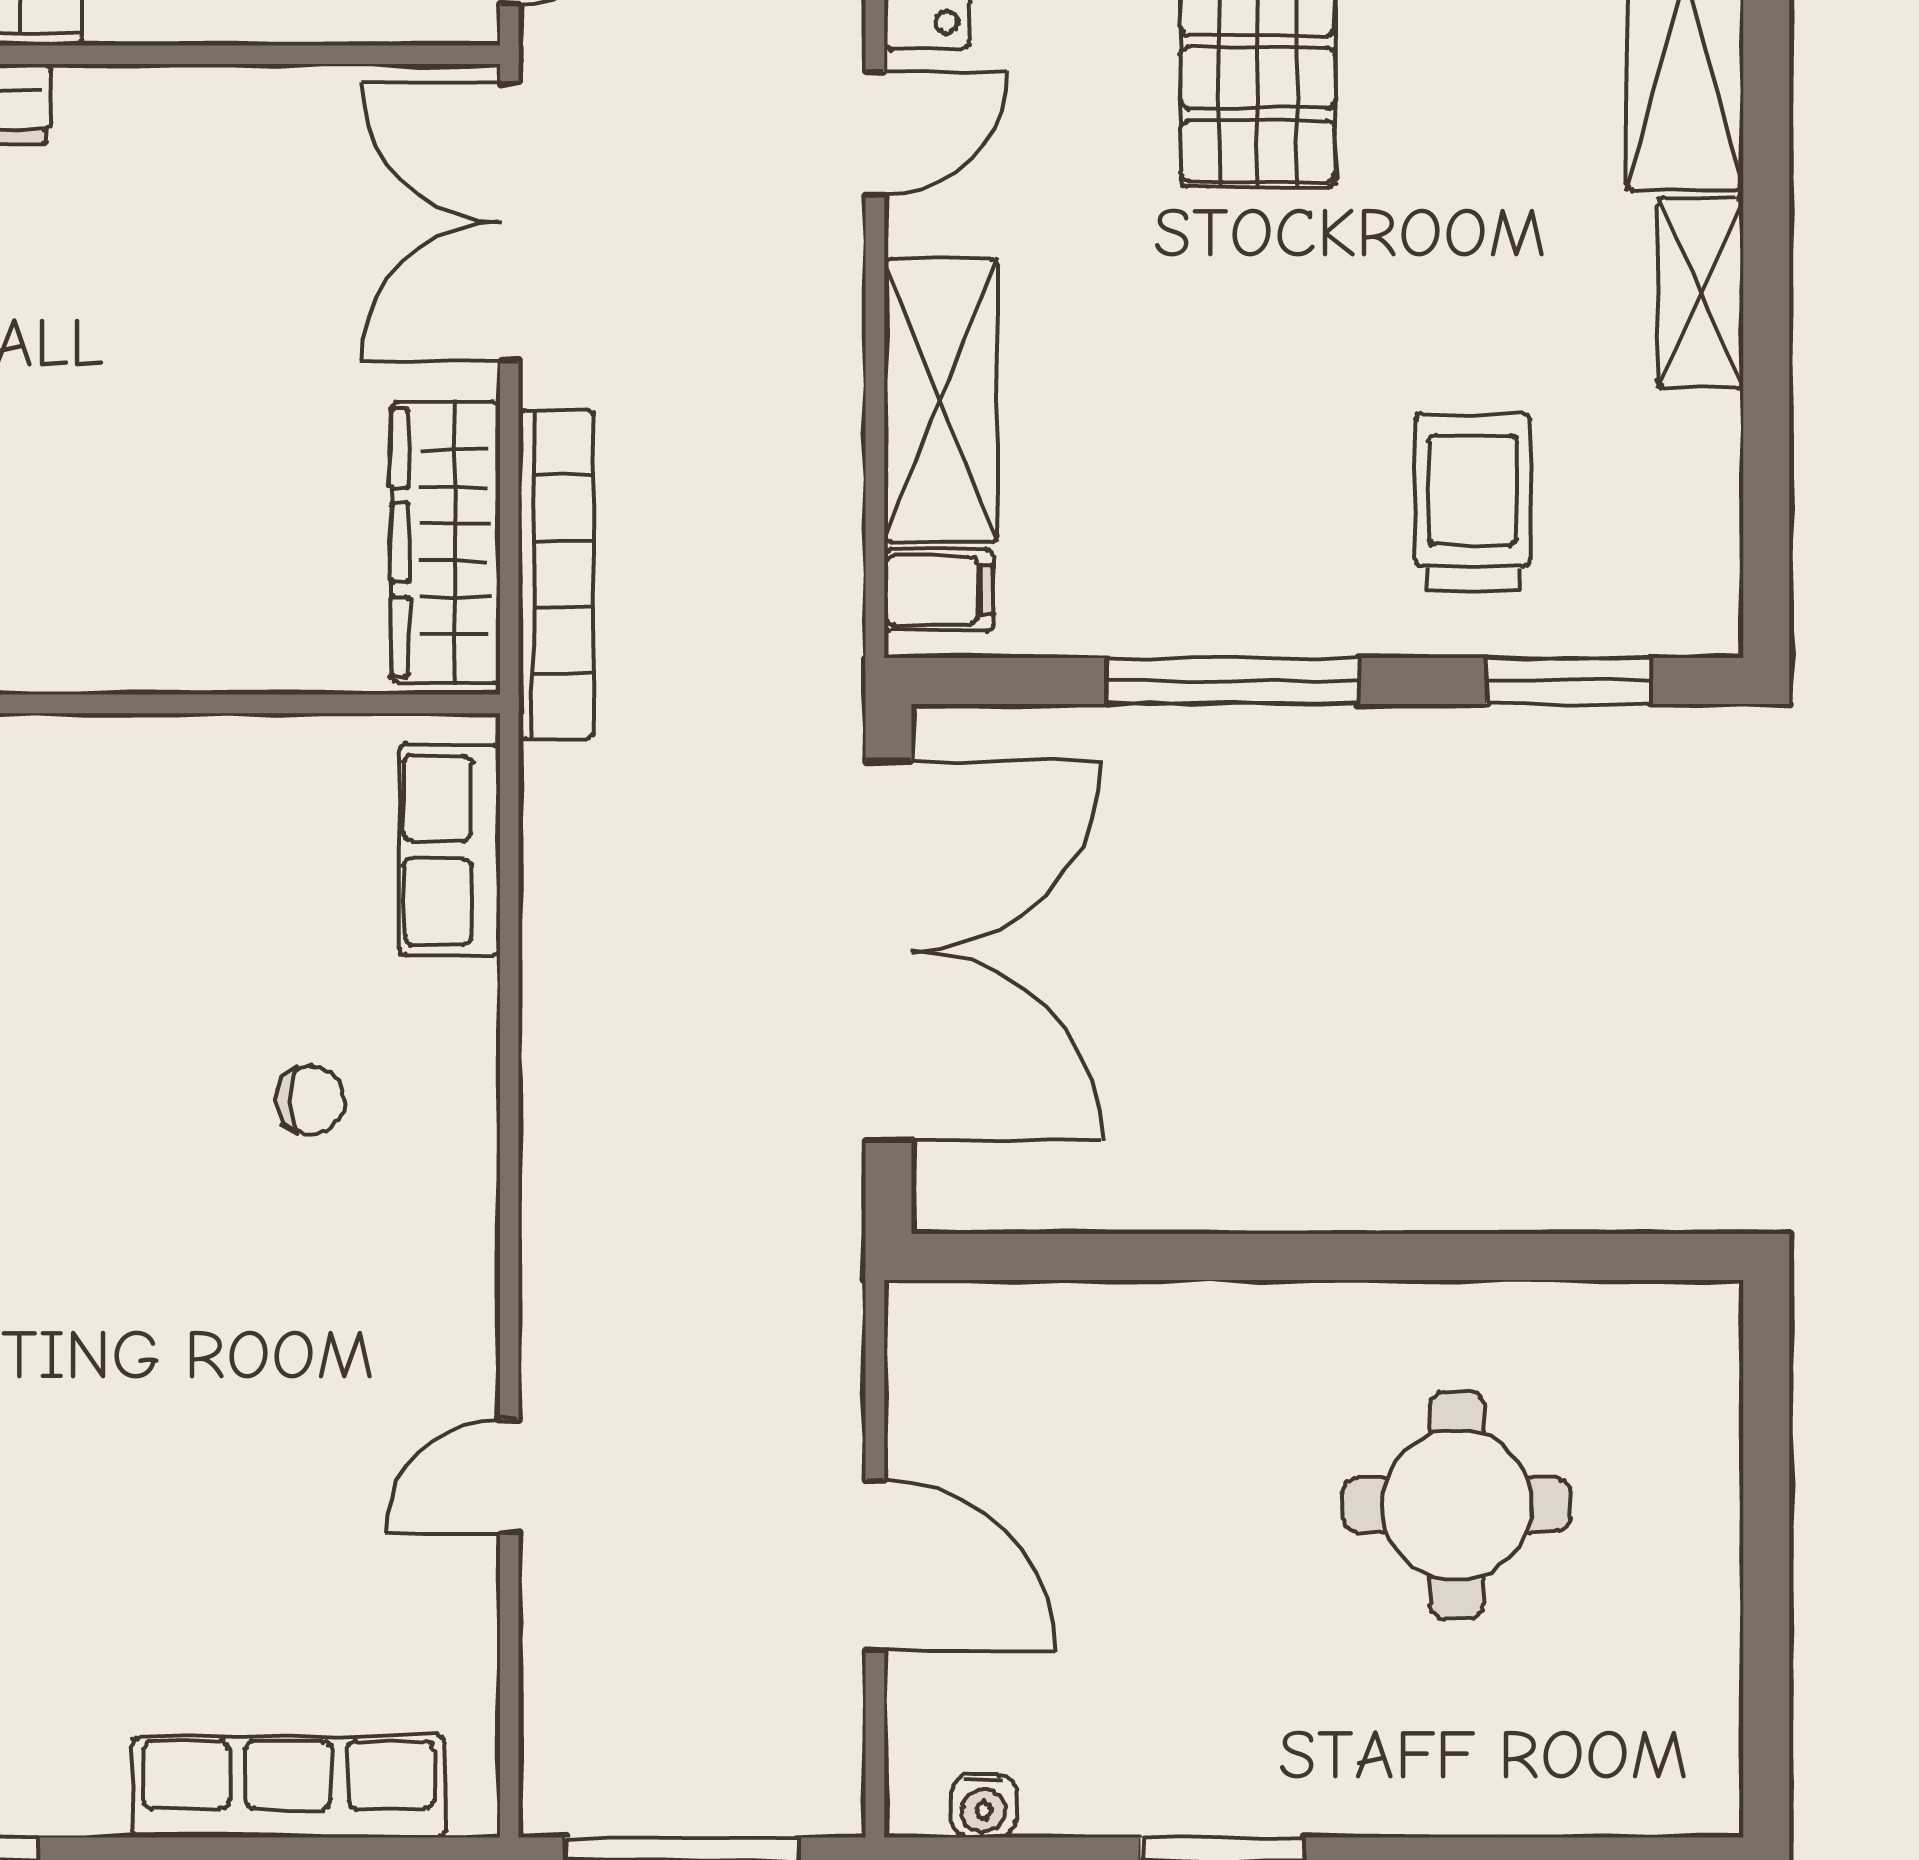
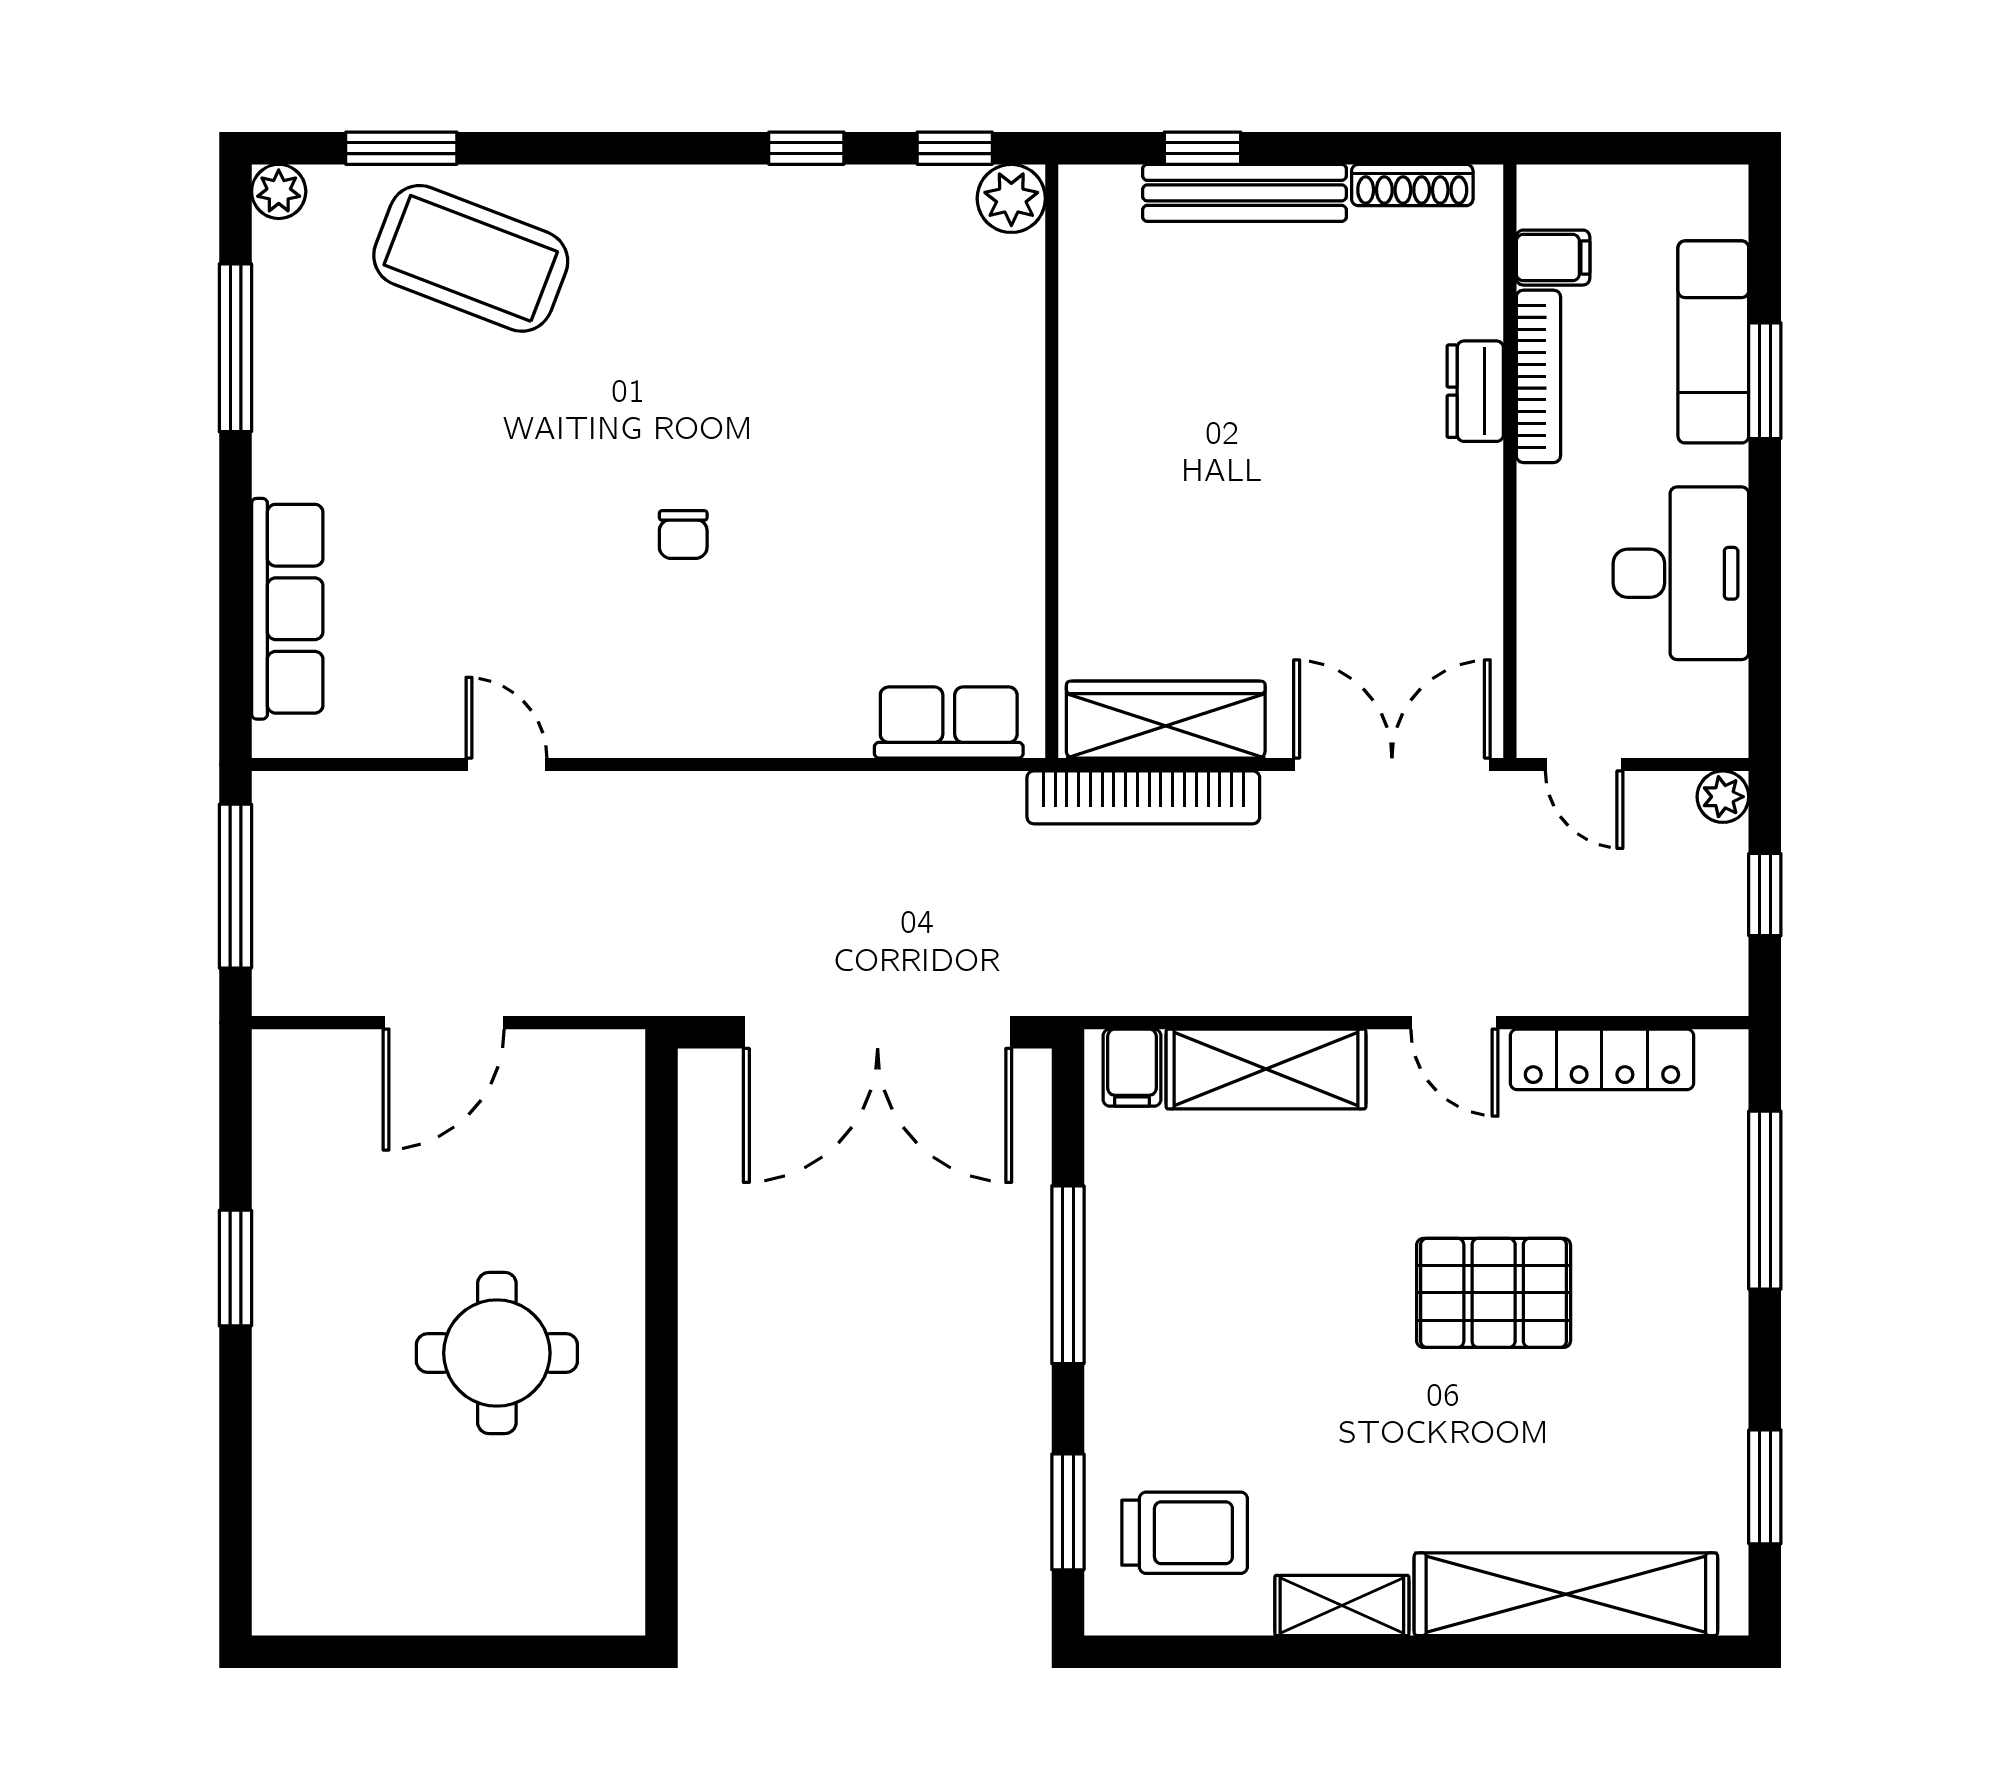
trolley: (1473, 502) -> (1185, 1533), moved
chair: (311, 1100) -> (683, 535), moved
round table: (1457, 1505) -> (497, 1353), moved
water cooler: (984, 1806) -> (274, 1100), removed

